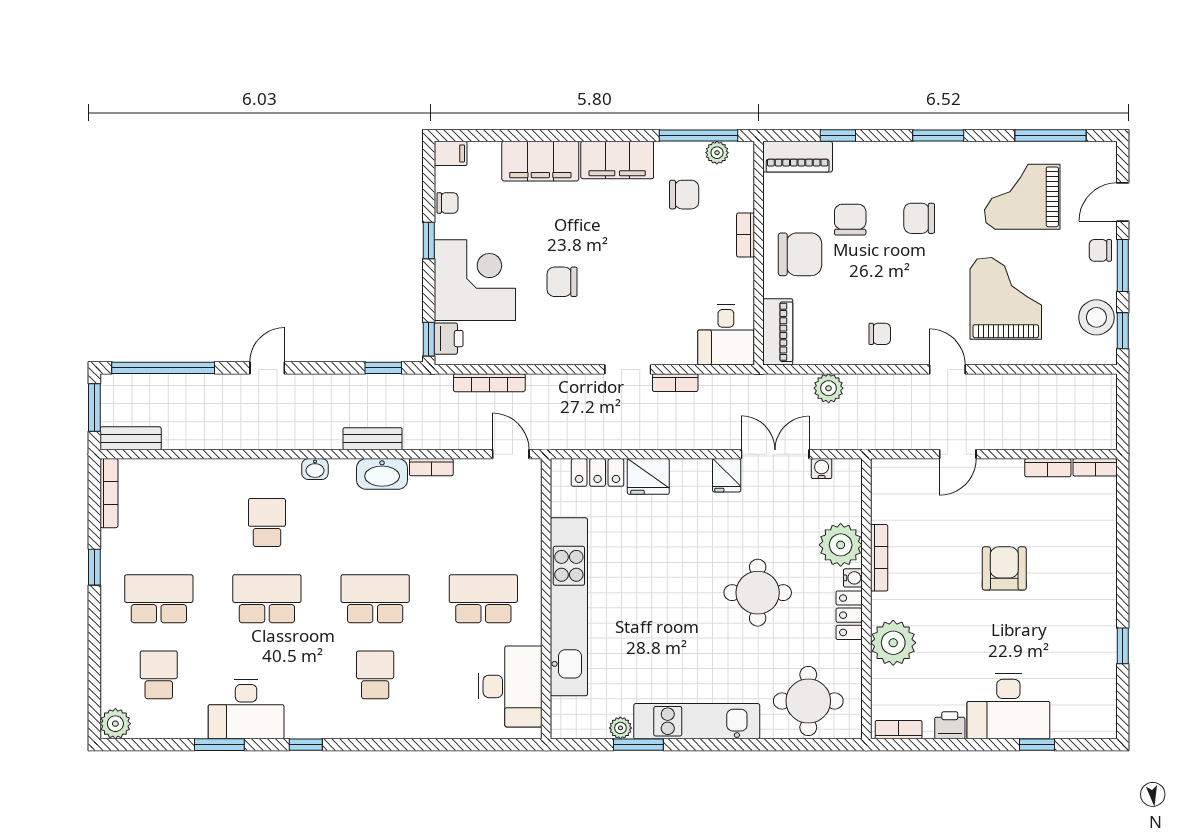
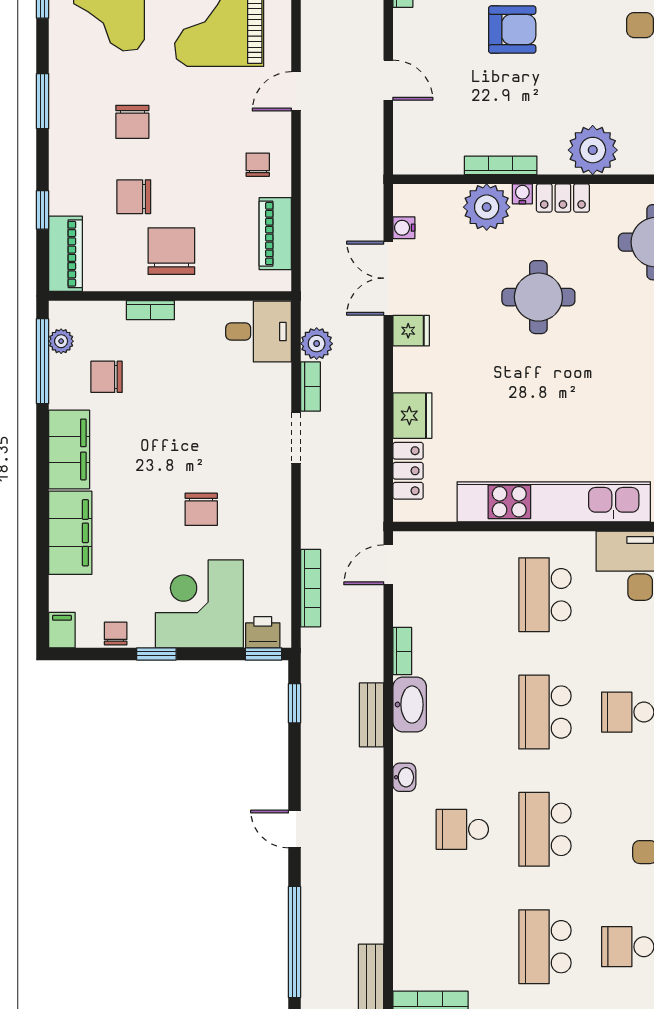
chair: (684, 195) -> (107, 377), turned -90
piano: (778, 332) -> (275, 234), moved, turned -90
plant: (829, 388) -> (317, 344), moved
armchair: (1004, 568) -> (512, 30), turned 180

